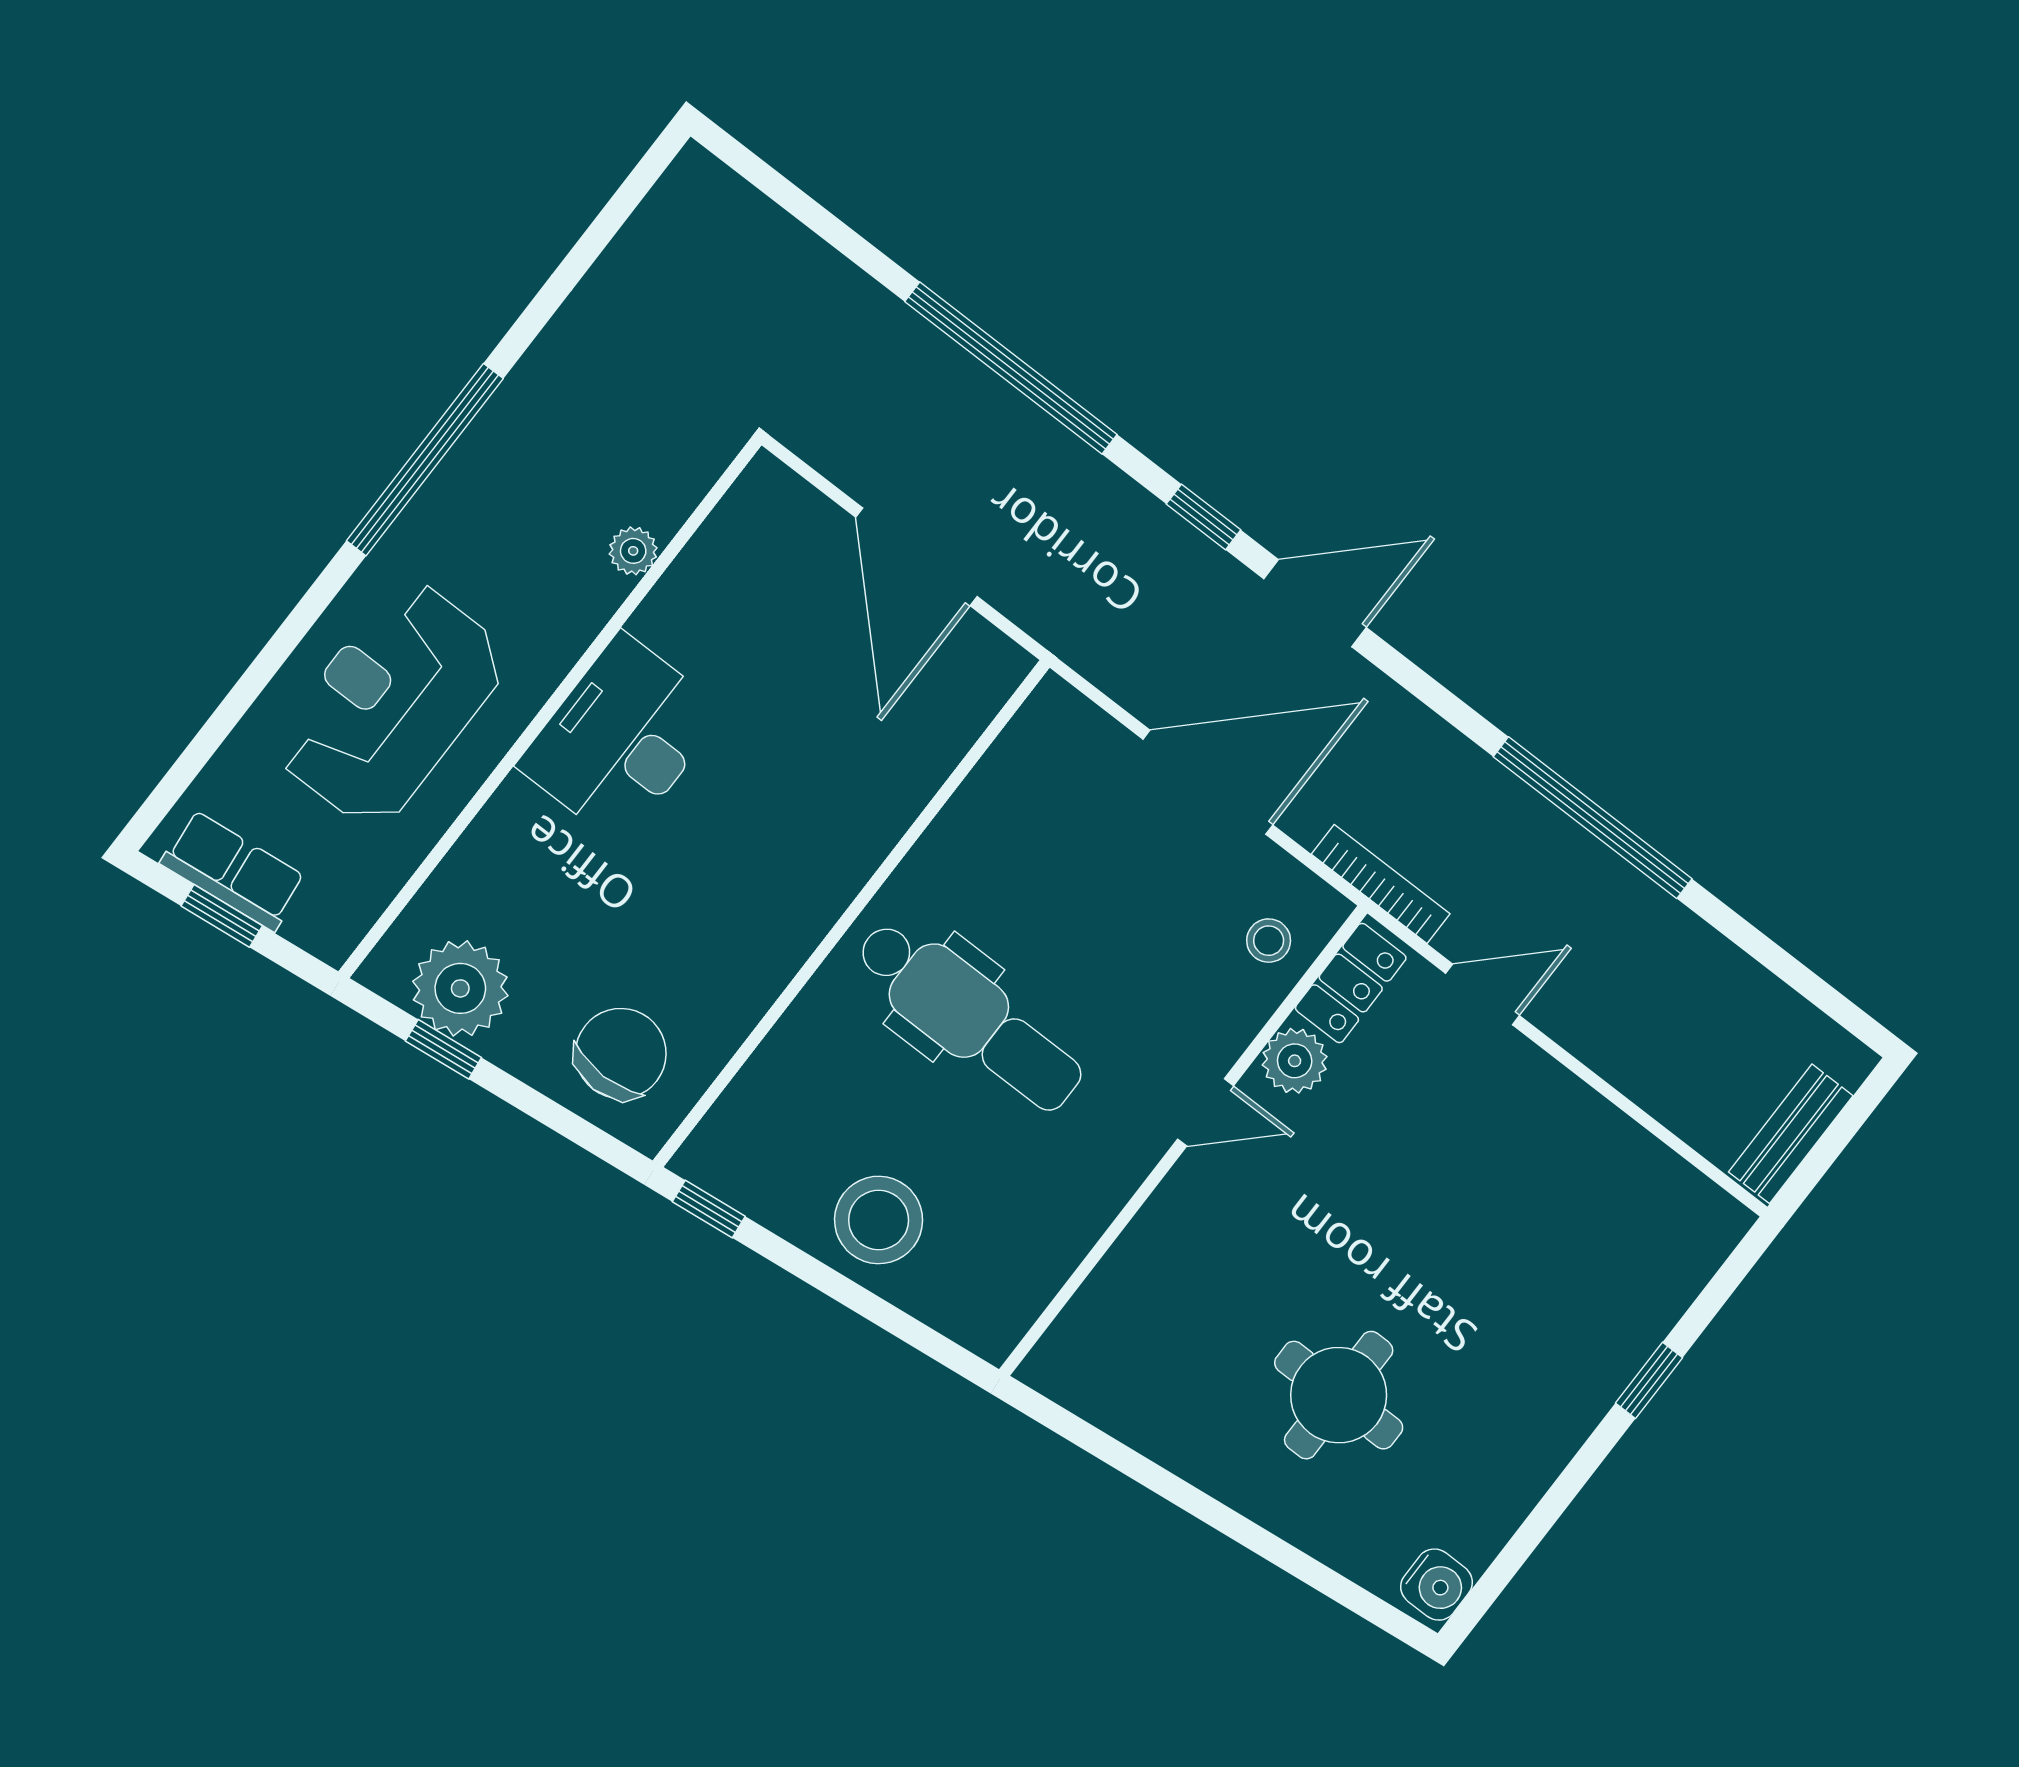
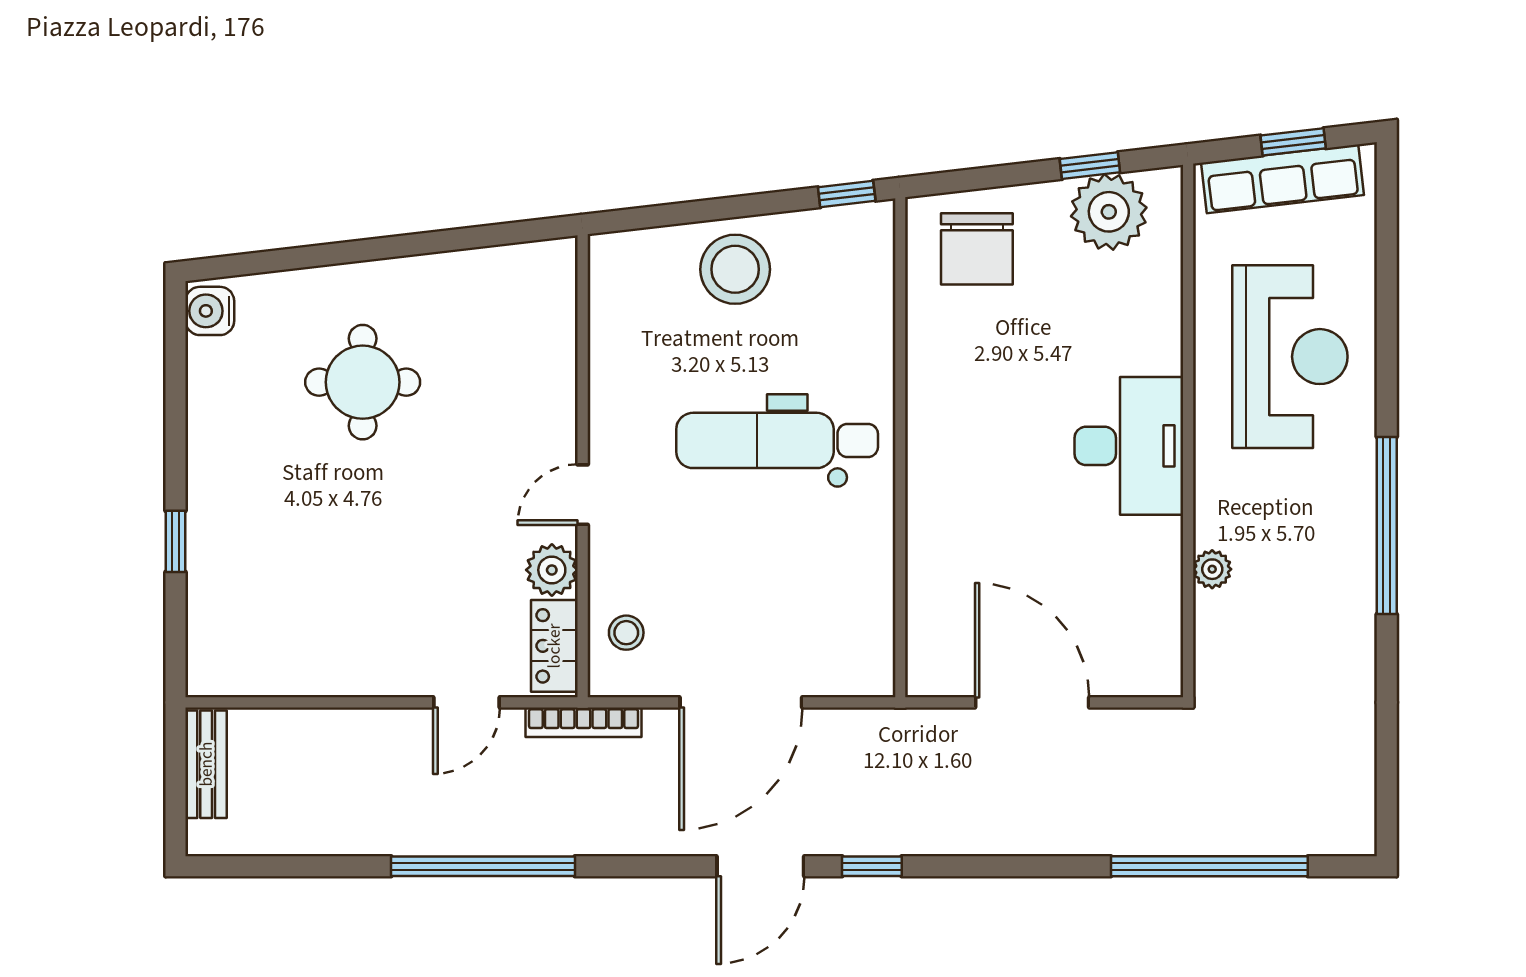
window: (1011, 368) -> (1209, 866), moved
row of seats: (233, 870) -> (1282, 179), width x1.48

